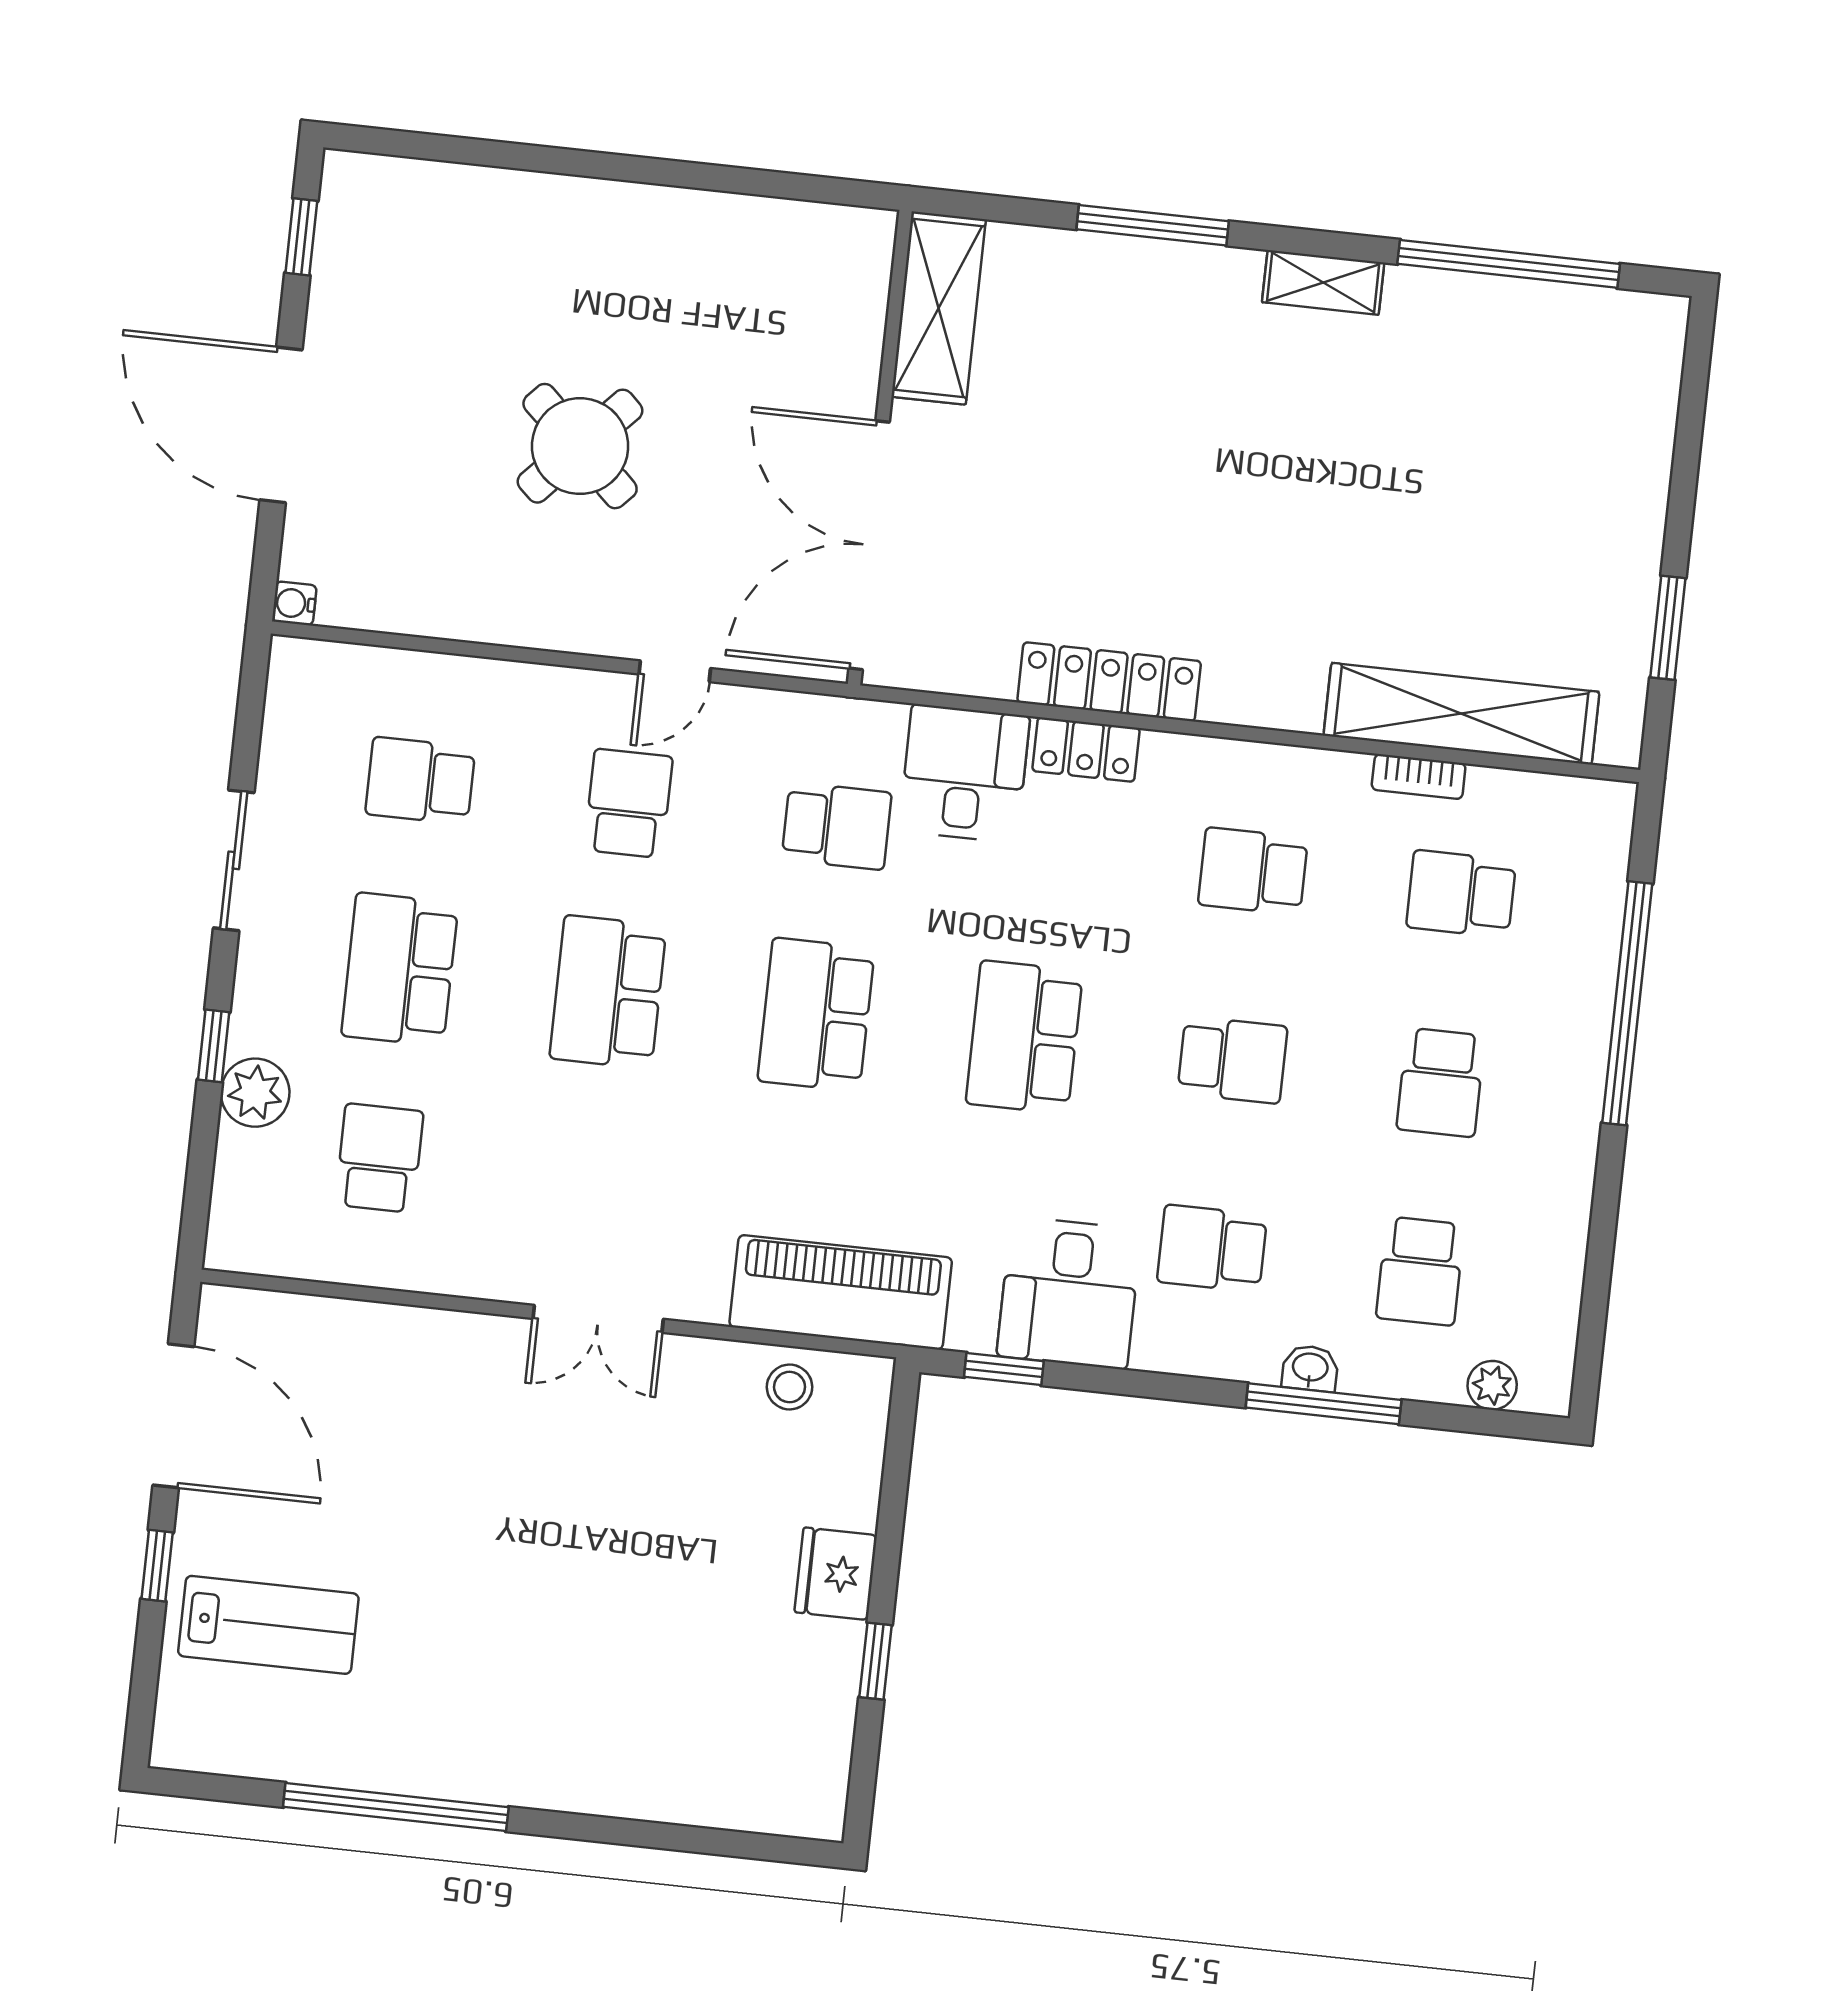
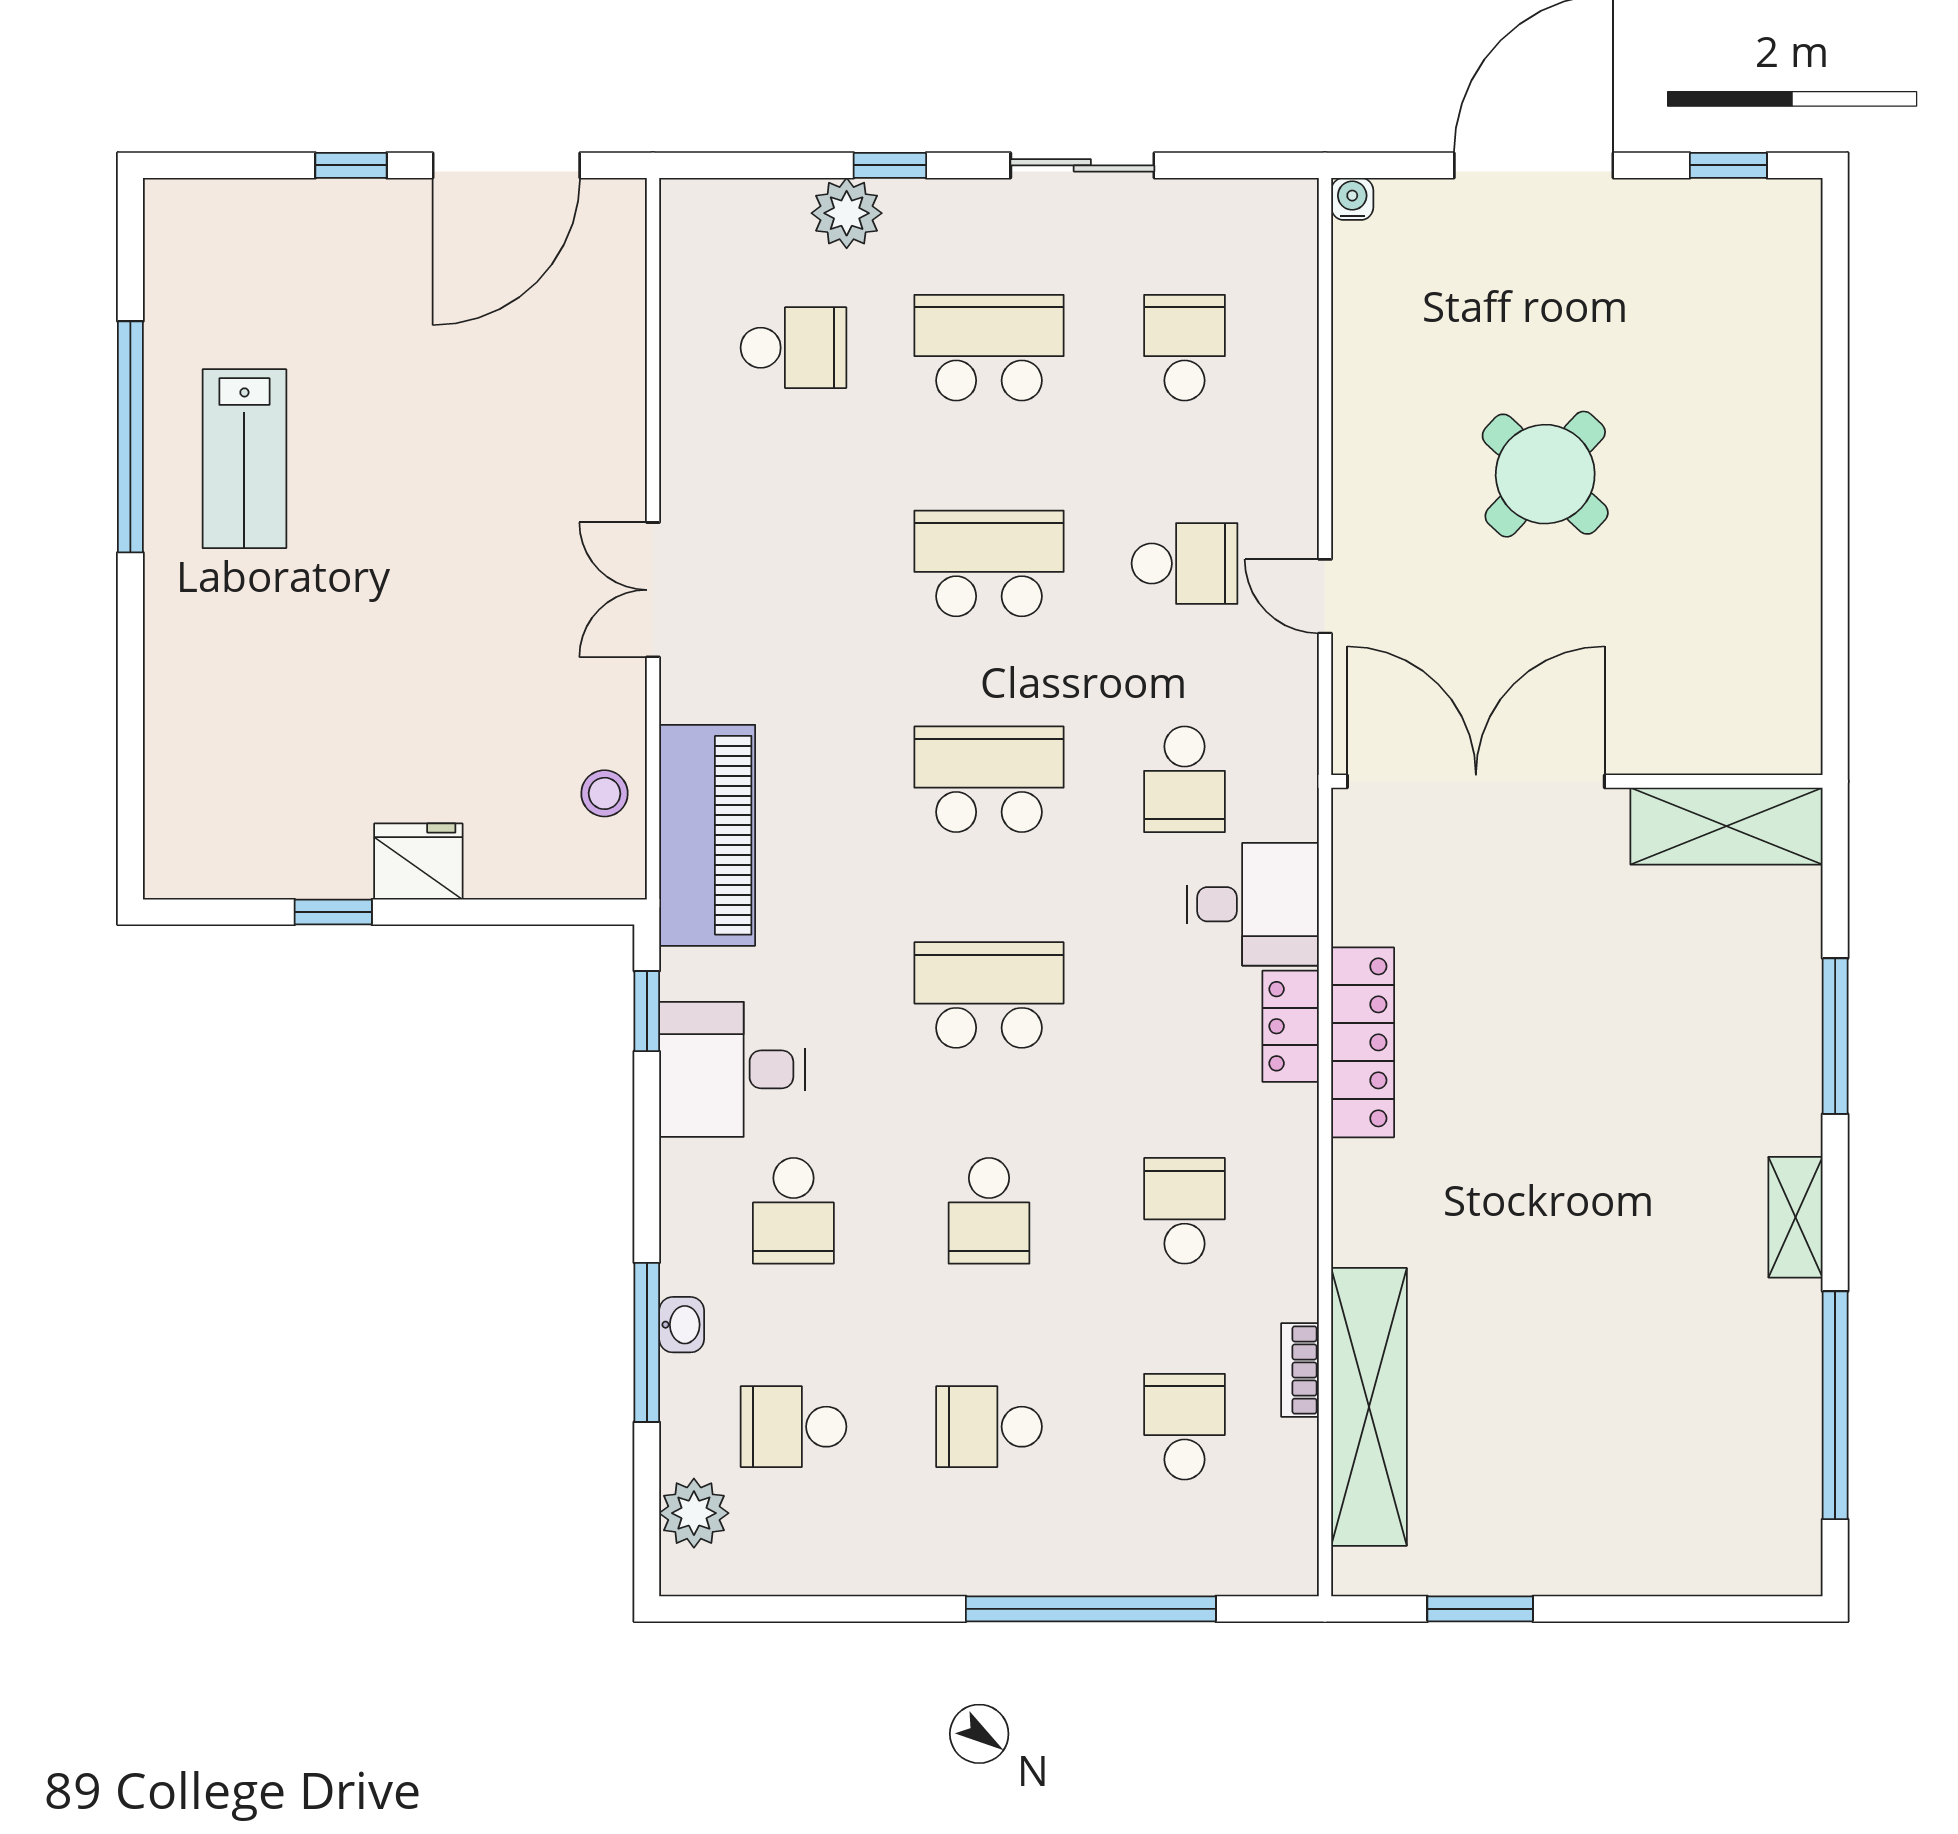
school desk: (1212, 1248) -> (793, 1211), turned 180
plant: (1492, 1385) -> (694, 1513), width x1.38, depth x1.38
lab bench: (268, 1625) -> (244, 459), moved

